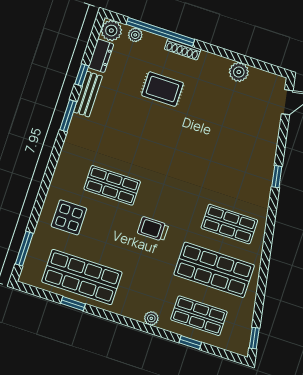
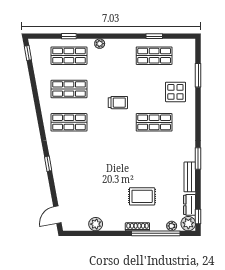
window: (82, 75) -> (198, 217), moved
window: (24, 249) -> (198, 75), moved
shop shelf: (214, 270) -> (69, 89), width x0.70, depth x0.74
shop shelf: (82, 277) -> (154, 56), width x0.70, depth x0.74

